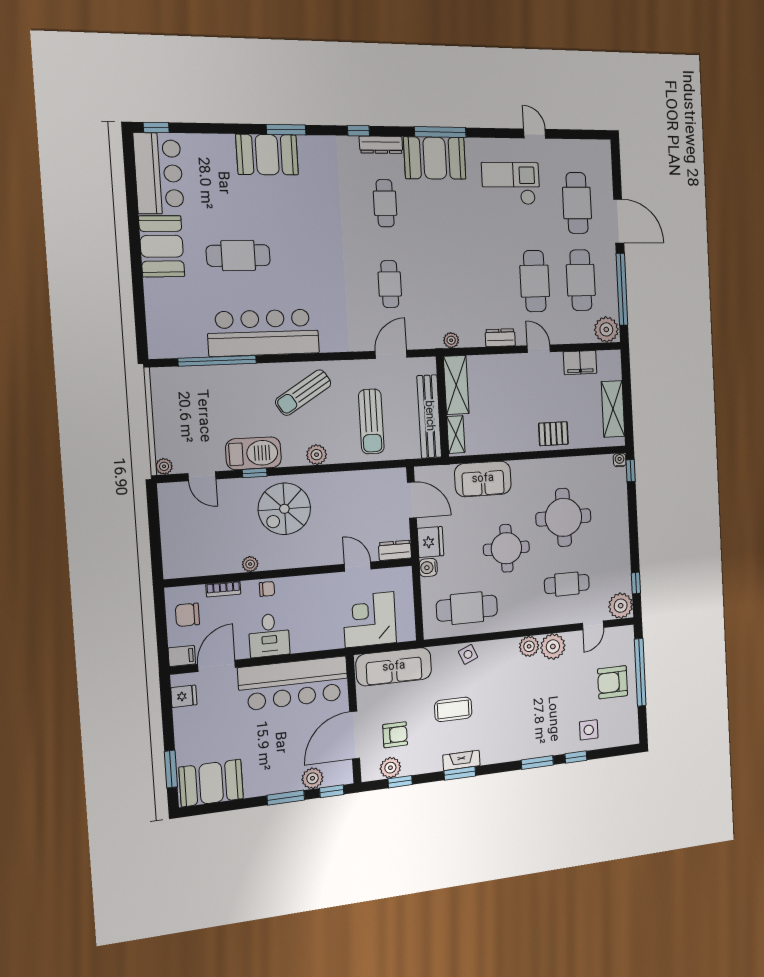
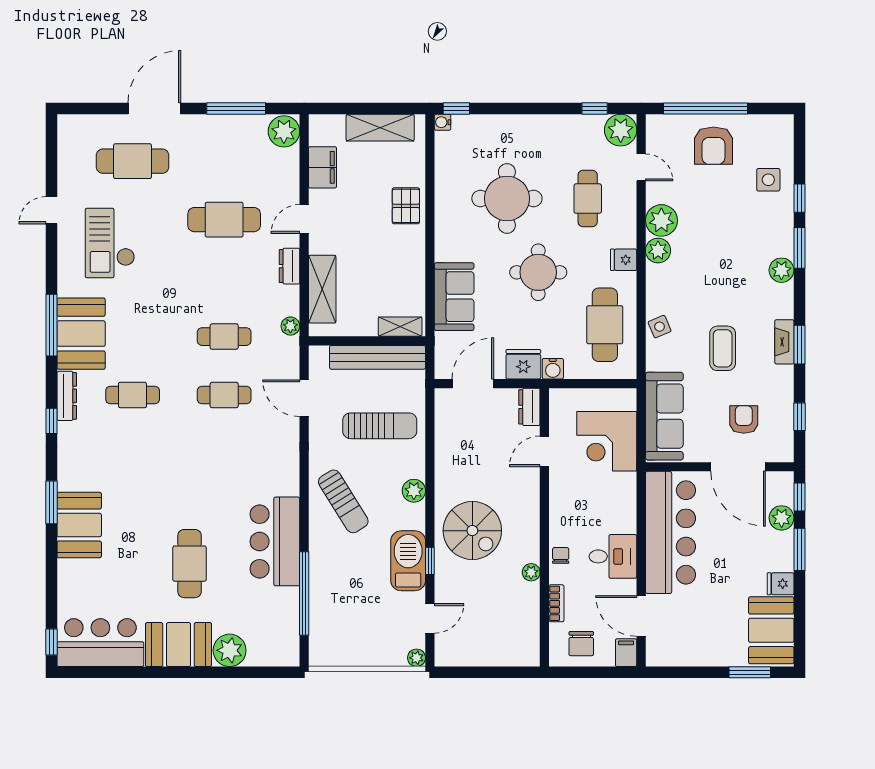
cafe table: (581, 280) -> (224, 337), moved, width x0.73, depth x0.74
window: (622, 289) -> (236, 108), width x0.68
plant: (159, 294) -> (230, 650), added
bar counter: (263, 333) -> (275, 541), width x0.73
shelving: (456, 385) -> (322, 289), moved, turned 90
fridge: (520, 619) -> (624, 260), added
fridge: (184, 696) -> (781, 584), moved, turned -90
plant: (390, 768) -> (781, 270), moved

